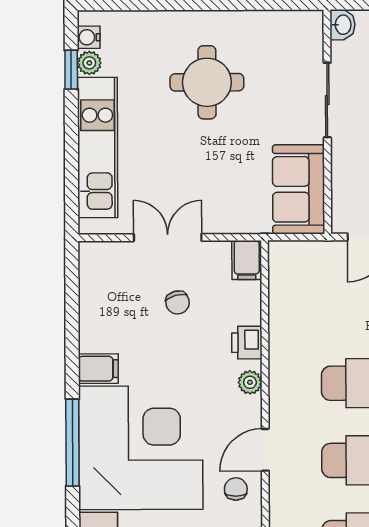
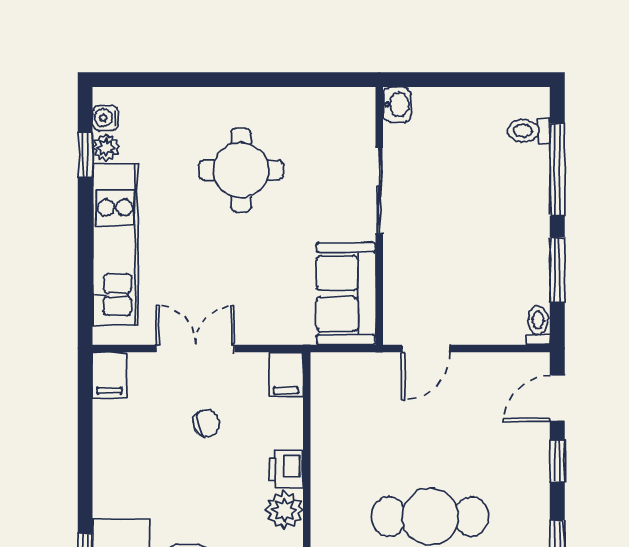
chair: (178, 302) -> (206, 423), turned -93
filing cabinet: (98, 369) -> (109, 375), moved, turned 90
plant: (250, 382) -> (284, 510), width x1.38, depth x1.38

